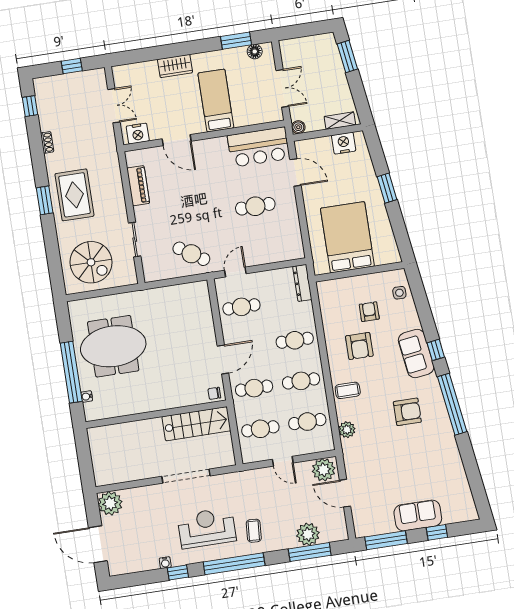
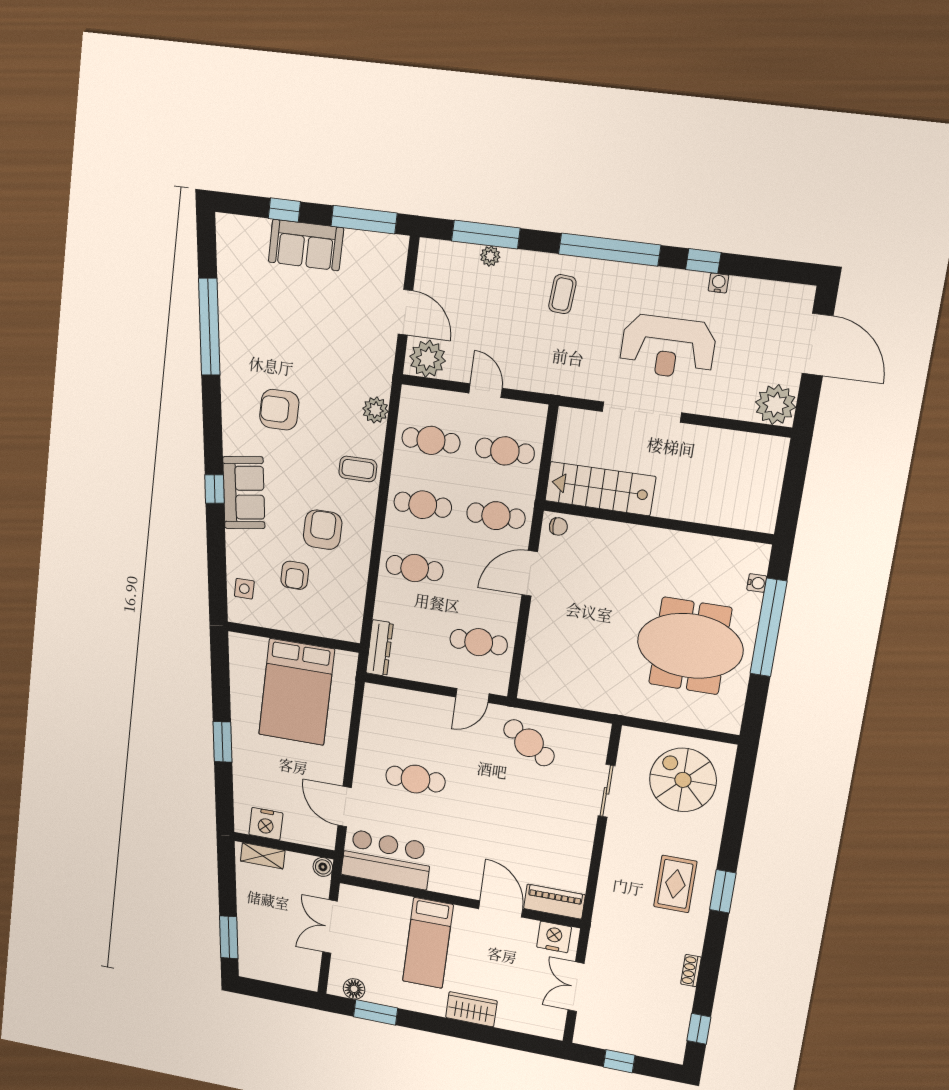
piano: (138, 186) -> (554, 902), moved, turned 90
rug: (74, 195) -> (675, 884), width x0.73, depth x0.70
window: (452, 404) -> (209, 327), moved
reception desk: (207, 528) -> (668, 347), moved
plant: (308, 534) -> (490, 256), width x0.53, depth x0.53

